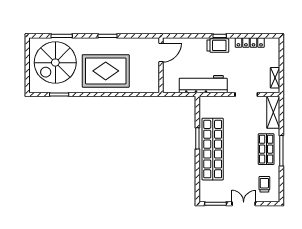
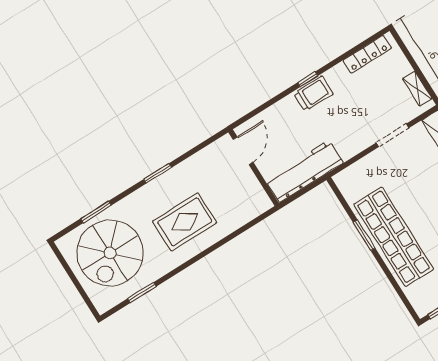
locker: (250, 42) -> (367, 54), moved
rug: (106, 71) -> (185, 222), width x0.73, depth x0.69
workbench: (203, 84) -> (304, 171), moved

